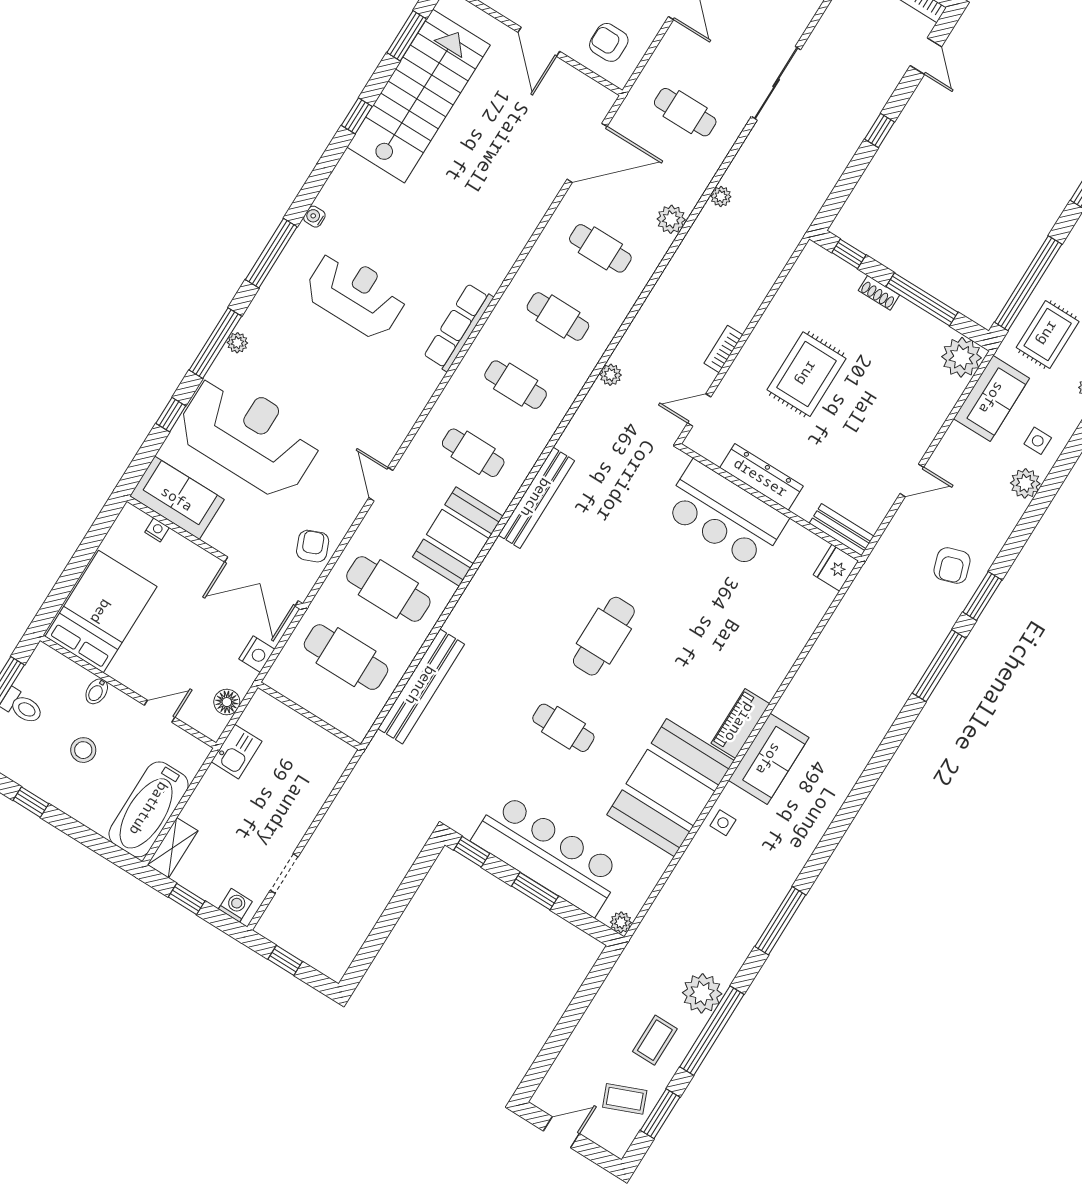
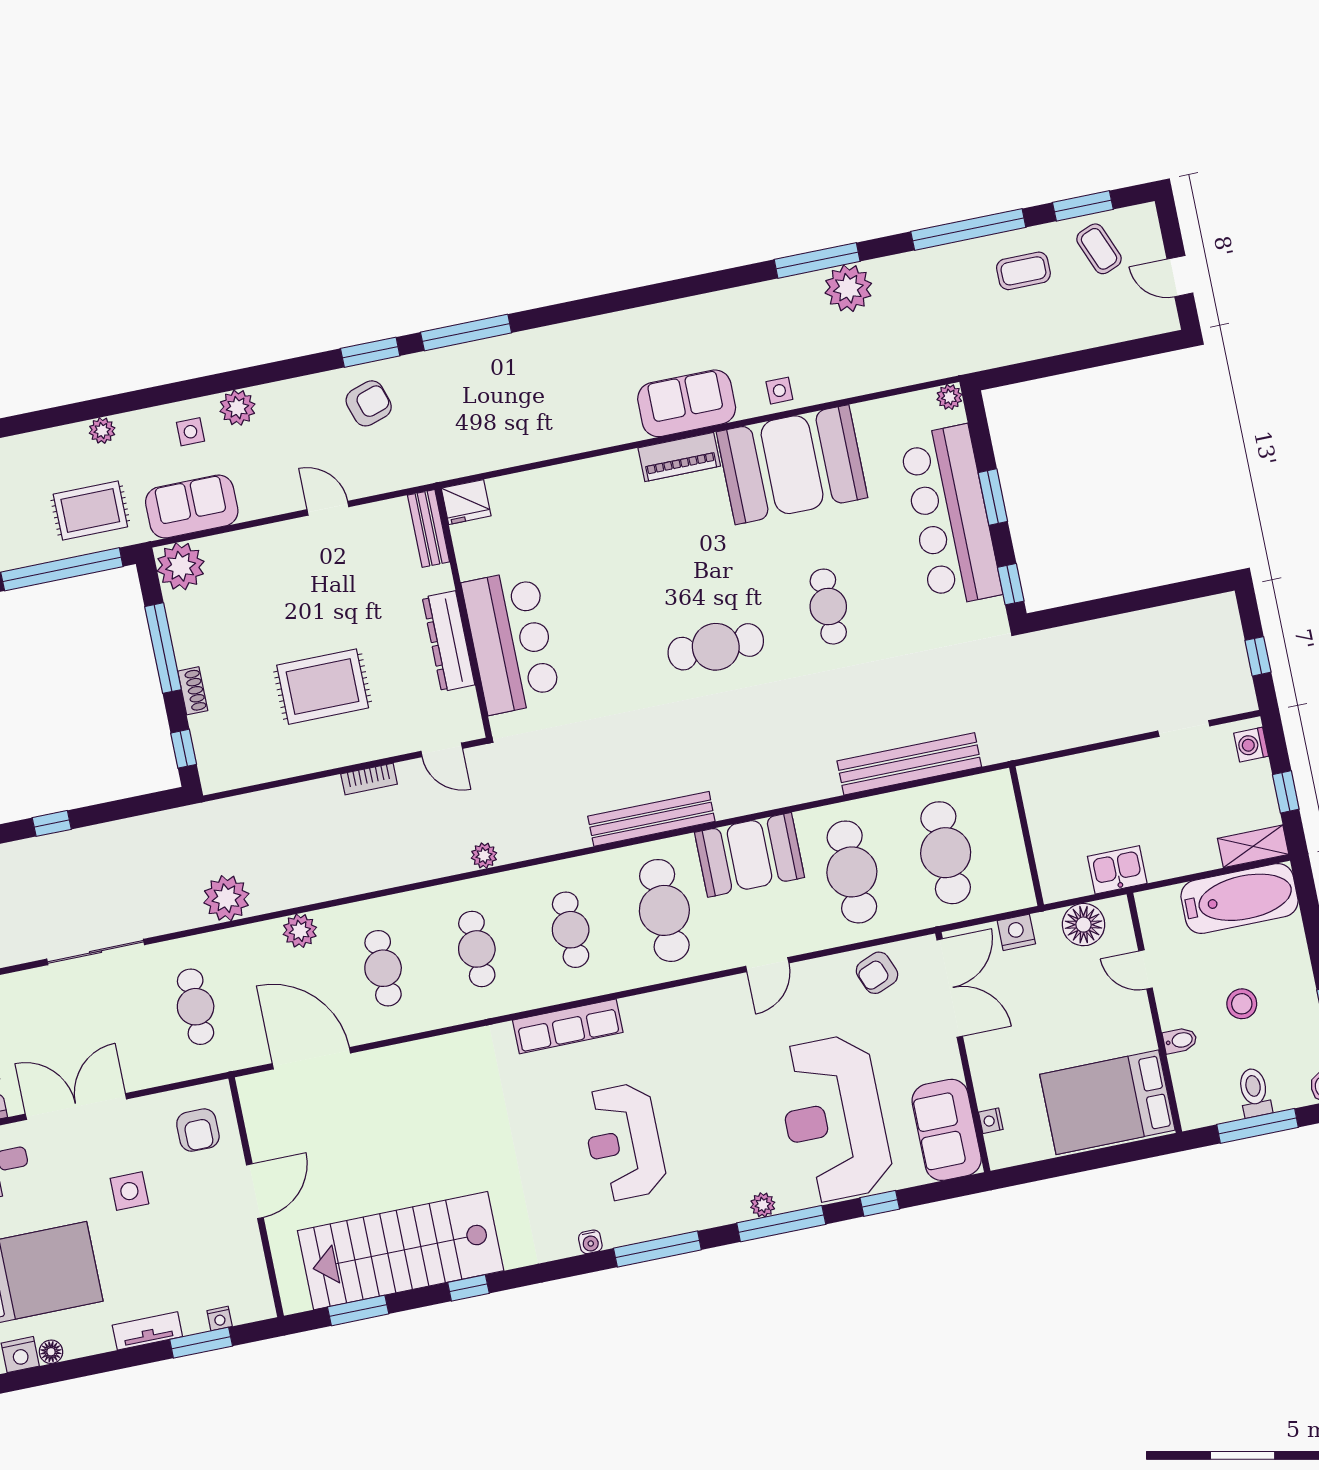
plant: (721, 196) -> (226, 898), width x1.88, depth x1.88
cafe table: (473, 453) -> (664, 910), width x1.37, depth x1.35
floor lamp: (227, 702) -> (1084, 925), width x1.38, depth x1.38
plant: (702, 993) -> (848, 288), moved

